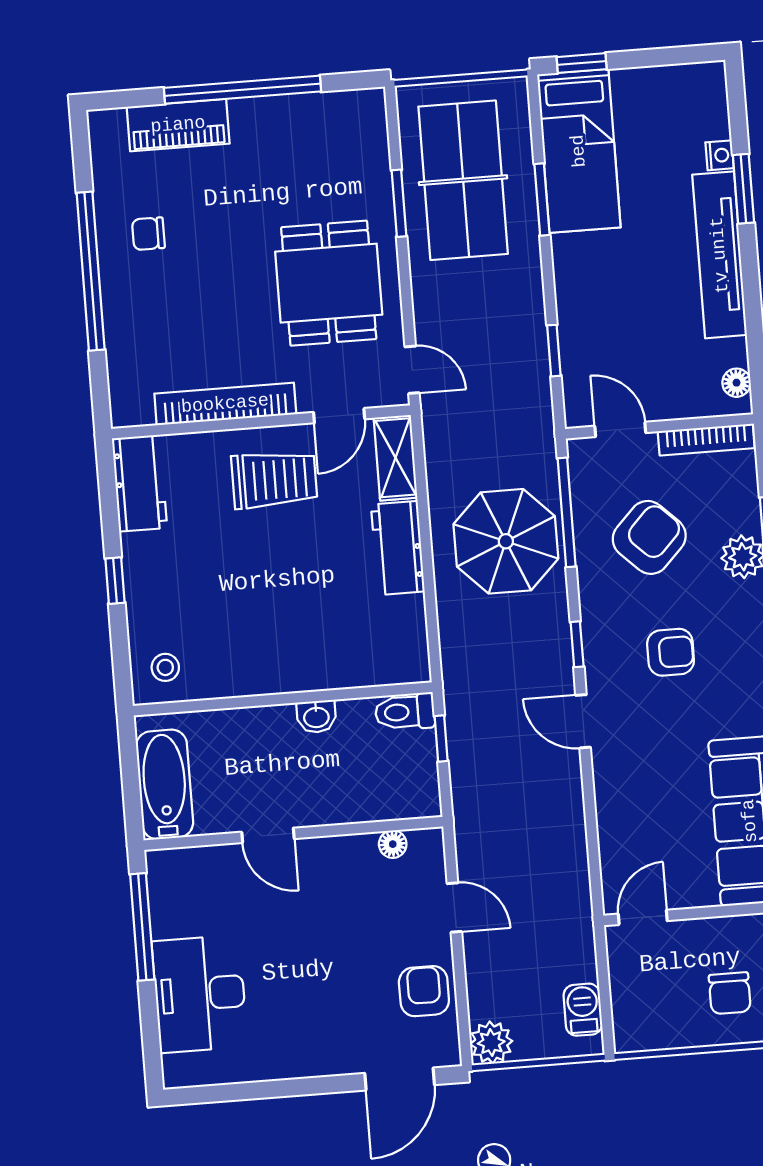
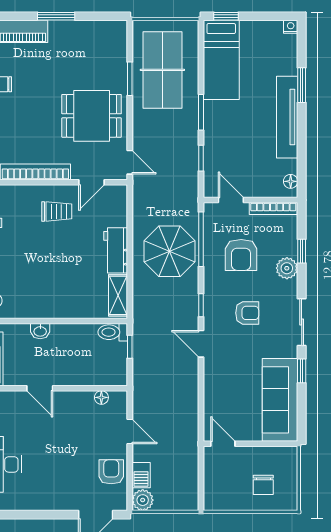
window: (242, 90) -> (56, 16), width x0.47
nightstand: (720, 155) -> (291, 27), moved, turned -90
window: (542, 200) -> (201, 112), moved
dining table: (329, 283) -> (92, 116), turned 90
shelving: (396, 458) -> (118, 295), moved
trolley: (274, 480) -> (57, 211), width x0.73, depth x0.72
armchair: (649, 537) -> (241, 255), turned 136
washbasin: (316, 717) -> (40, 331), moved
door: (643, 917) -> (223, 444), hinge flipped
barbecue: (583, 1010) -> (141, 475), moved, turned 180

